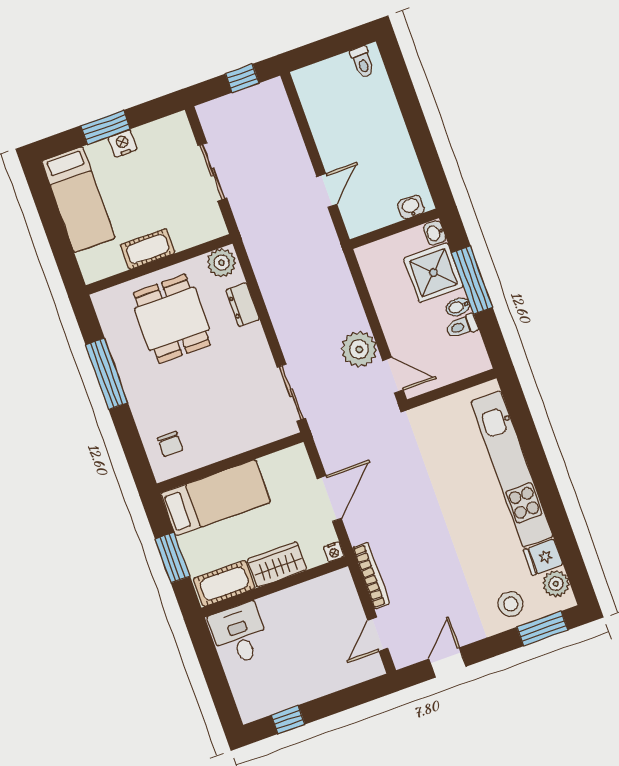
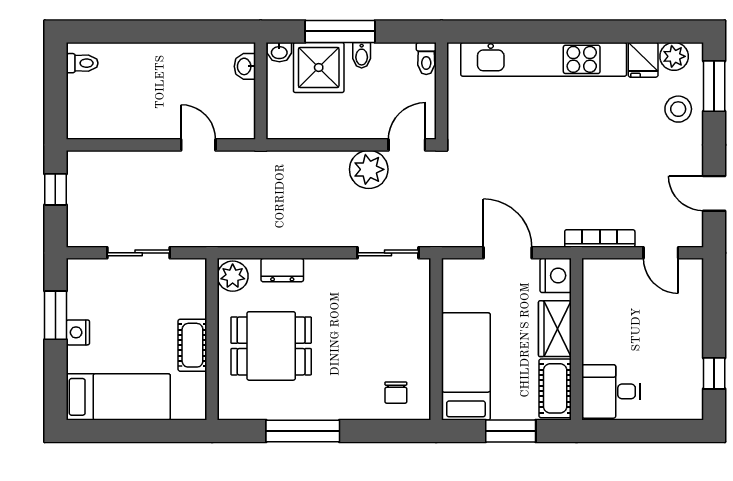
window: (105, 127) -> (55, 315), moved
toilet: (462, 326) -> (426, 58), moved
chair: (170, 444) -> (396, 393), turned 90
nightstand: (334, 552) -> (556, 275), width x1.89, depth x1.79

